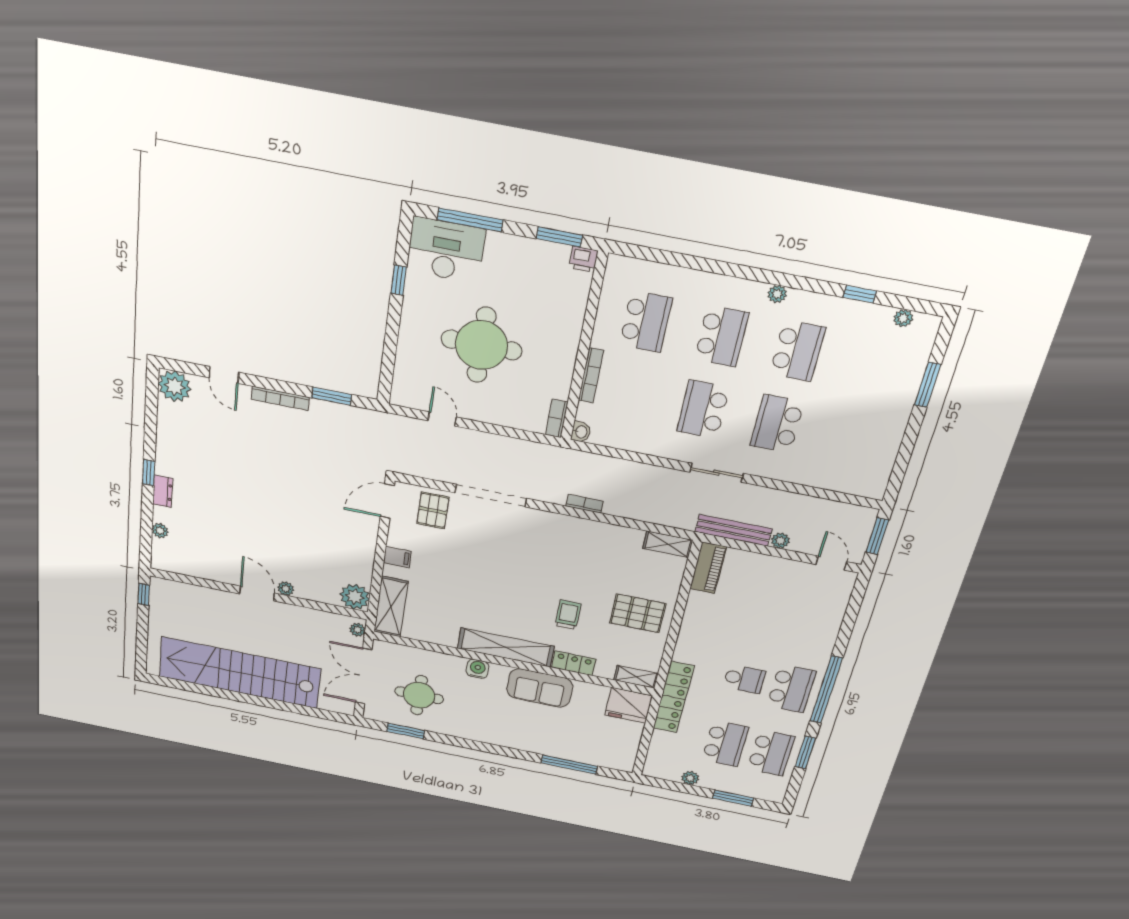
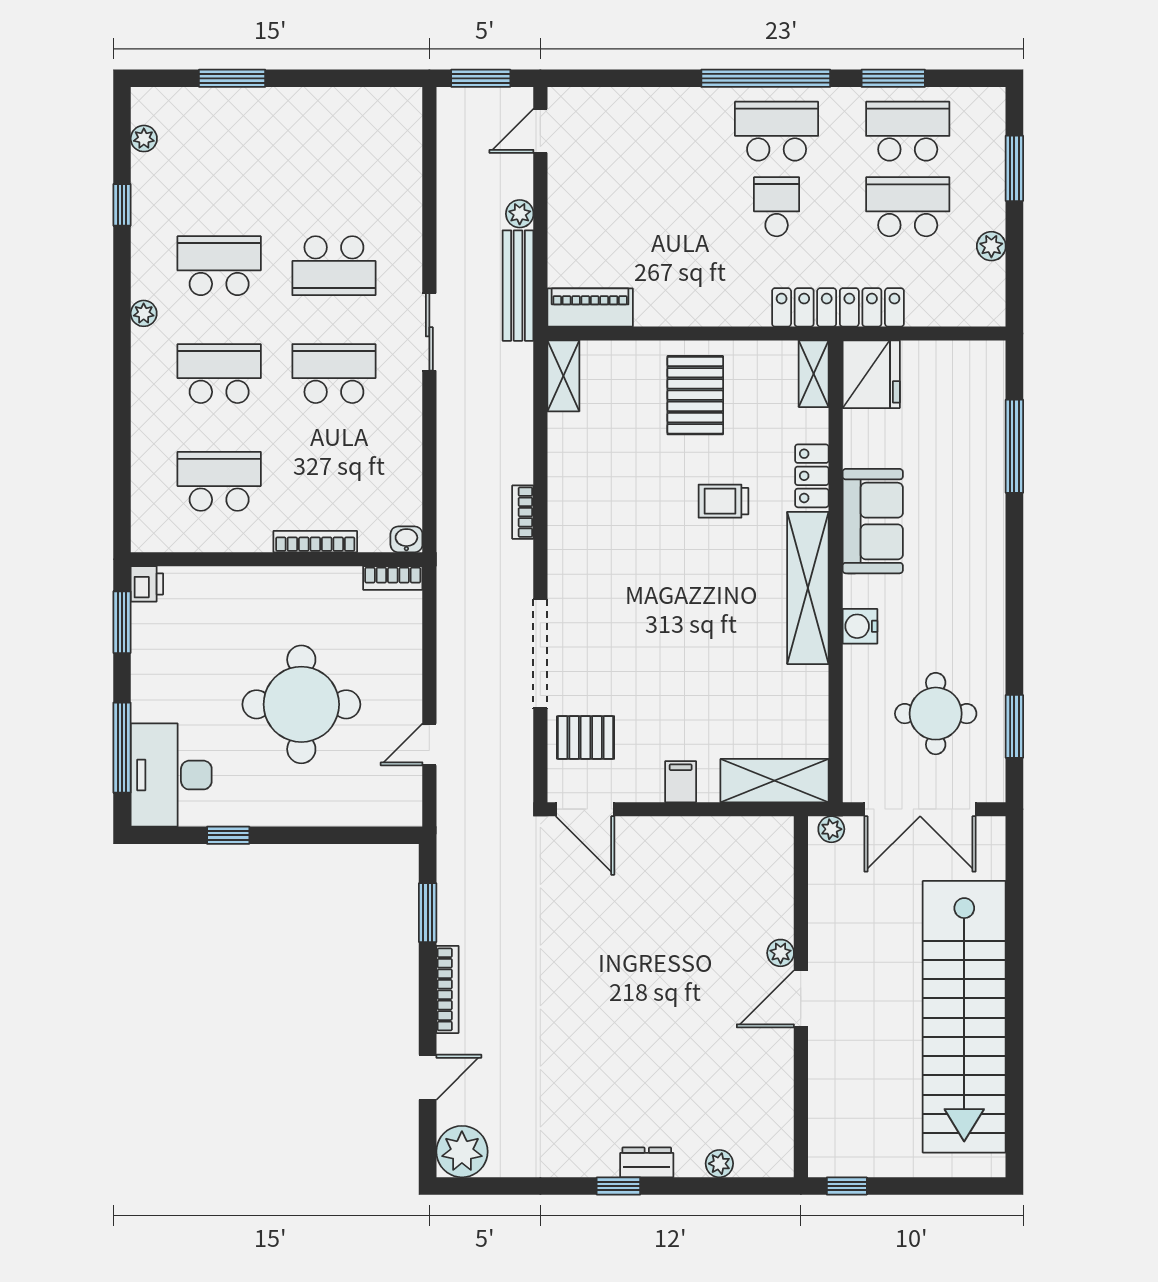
school desk: (703, 409) -> (334, 374), turned 180
plant: (355, 597) -> (770, 841), removed

